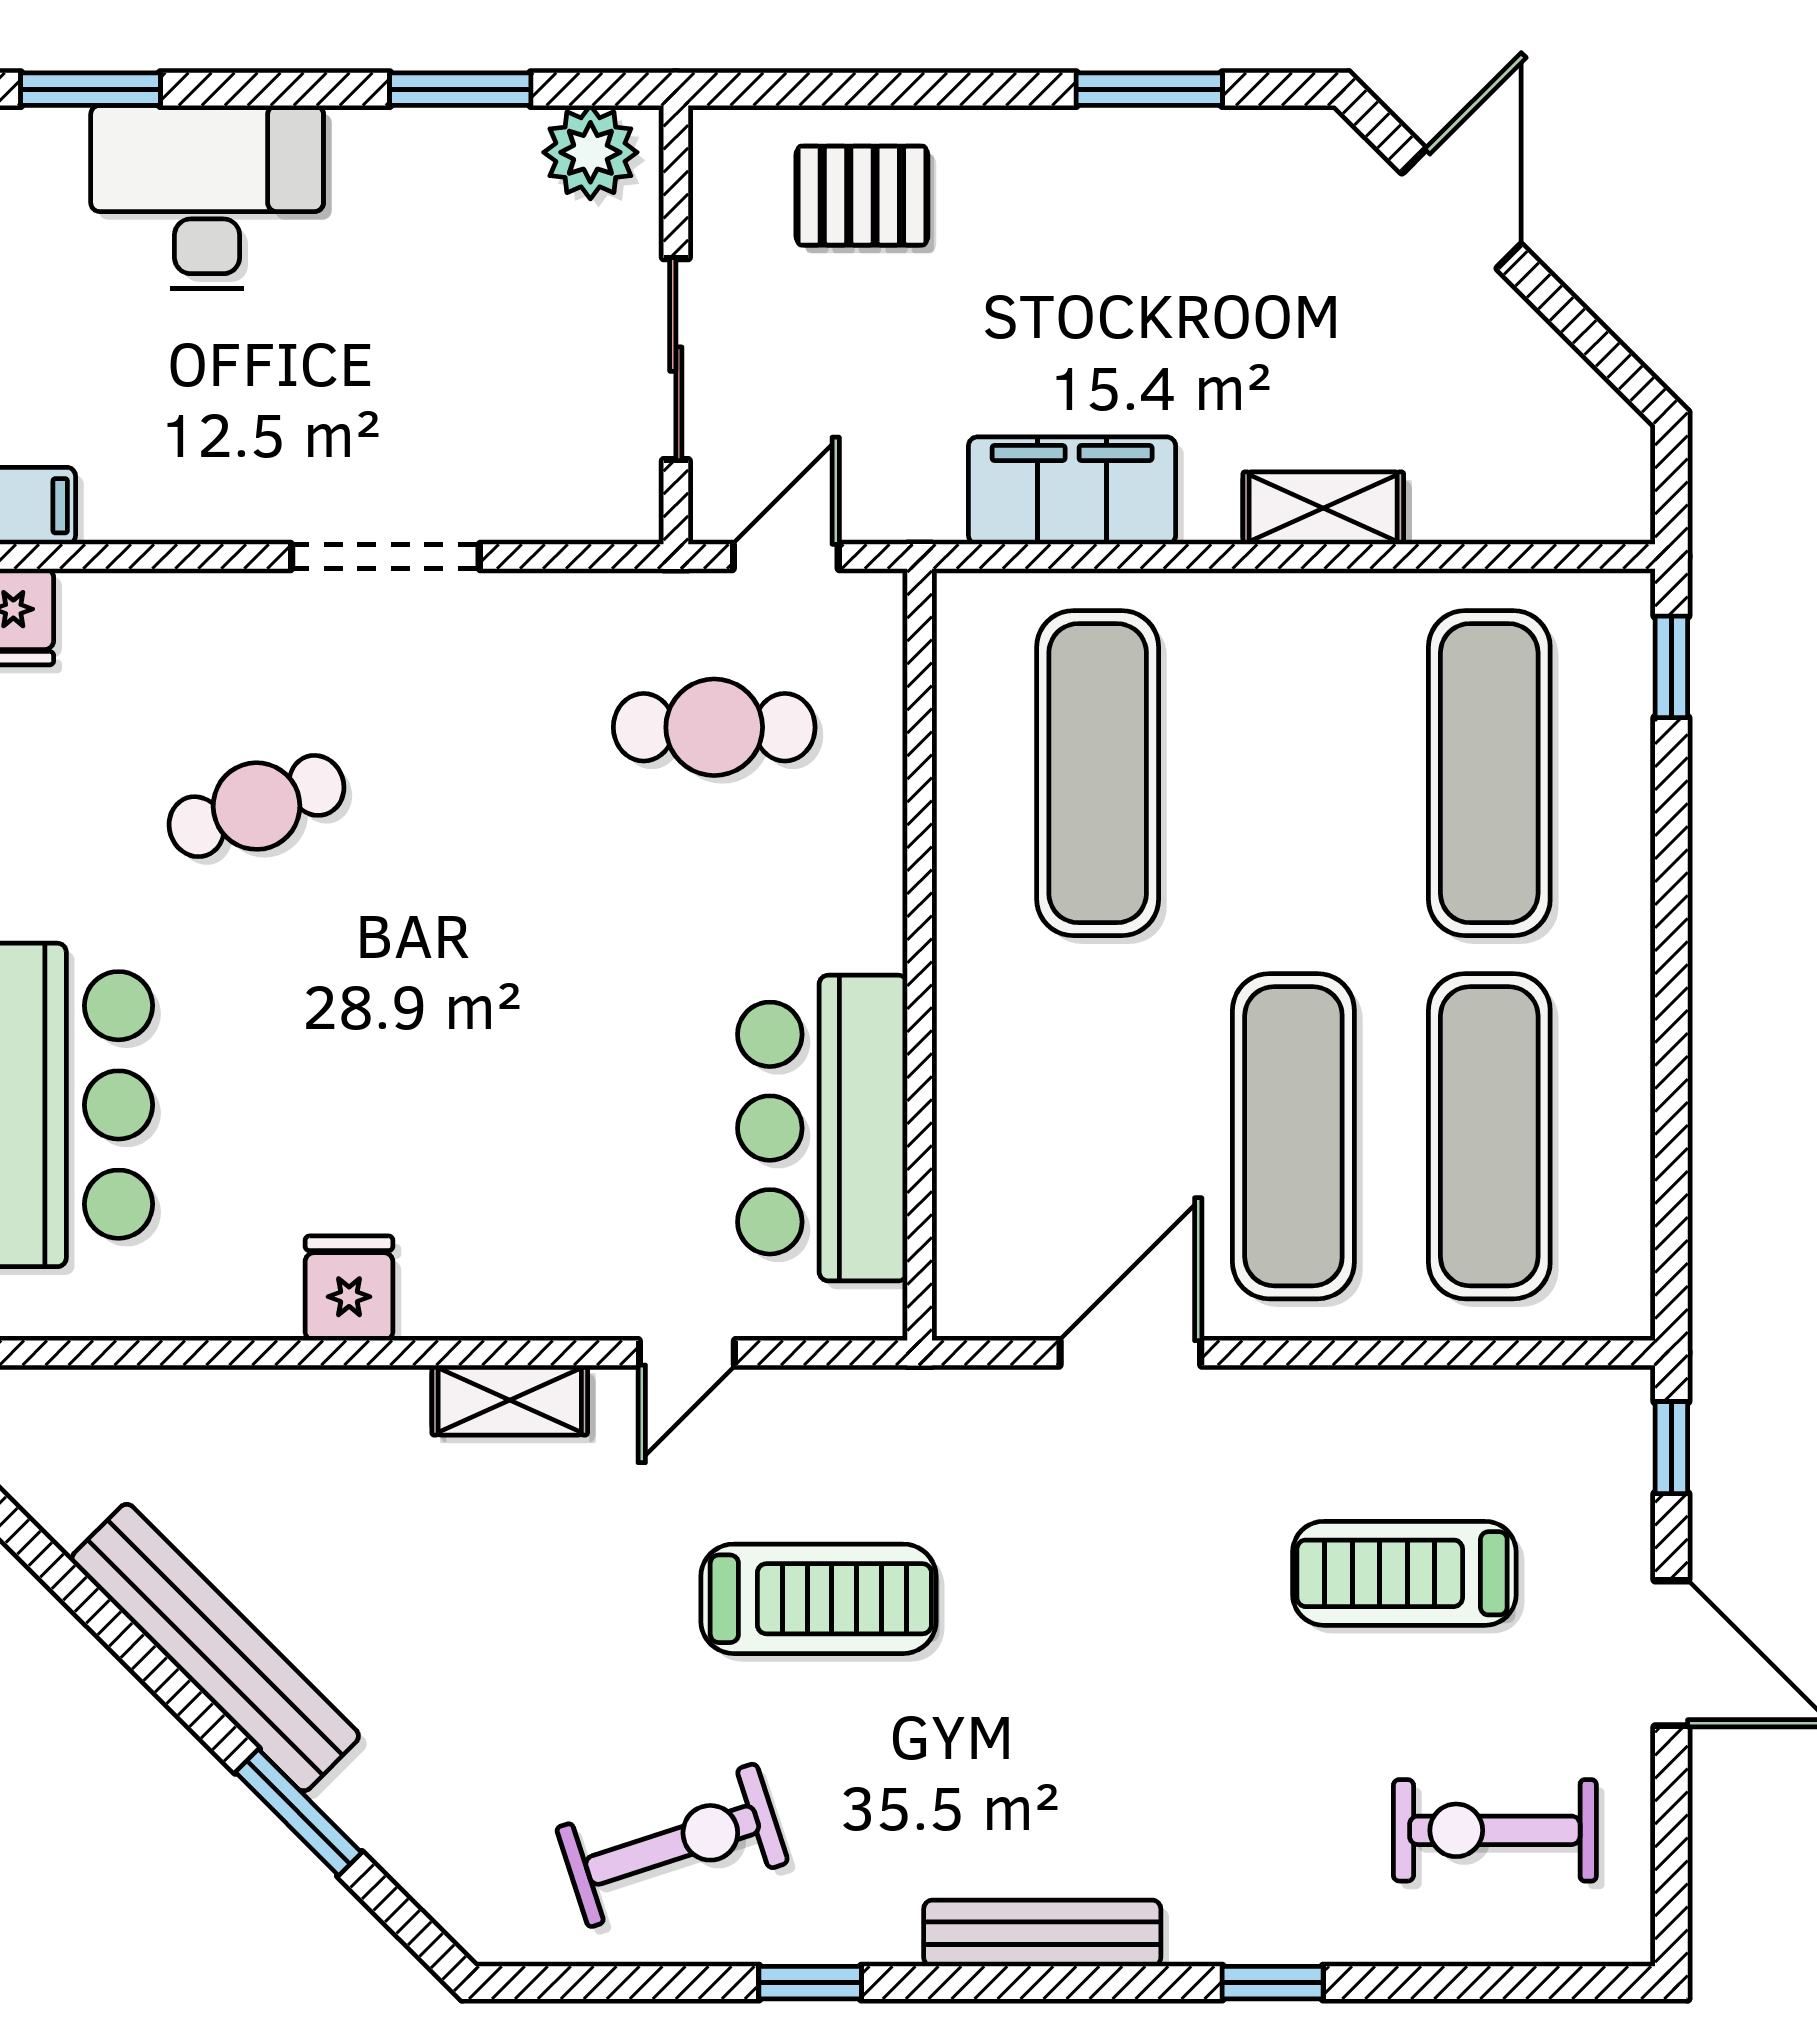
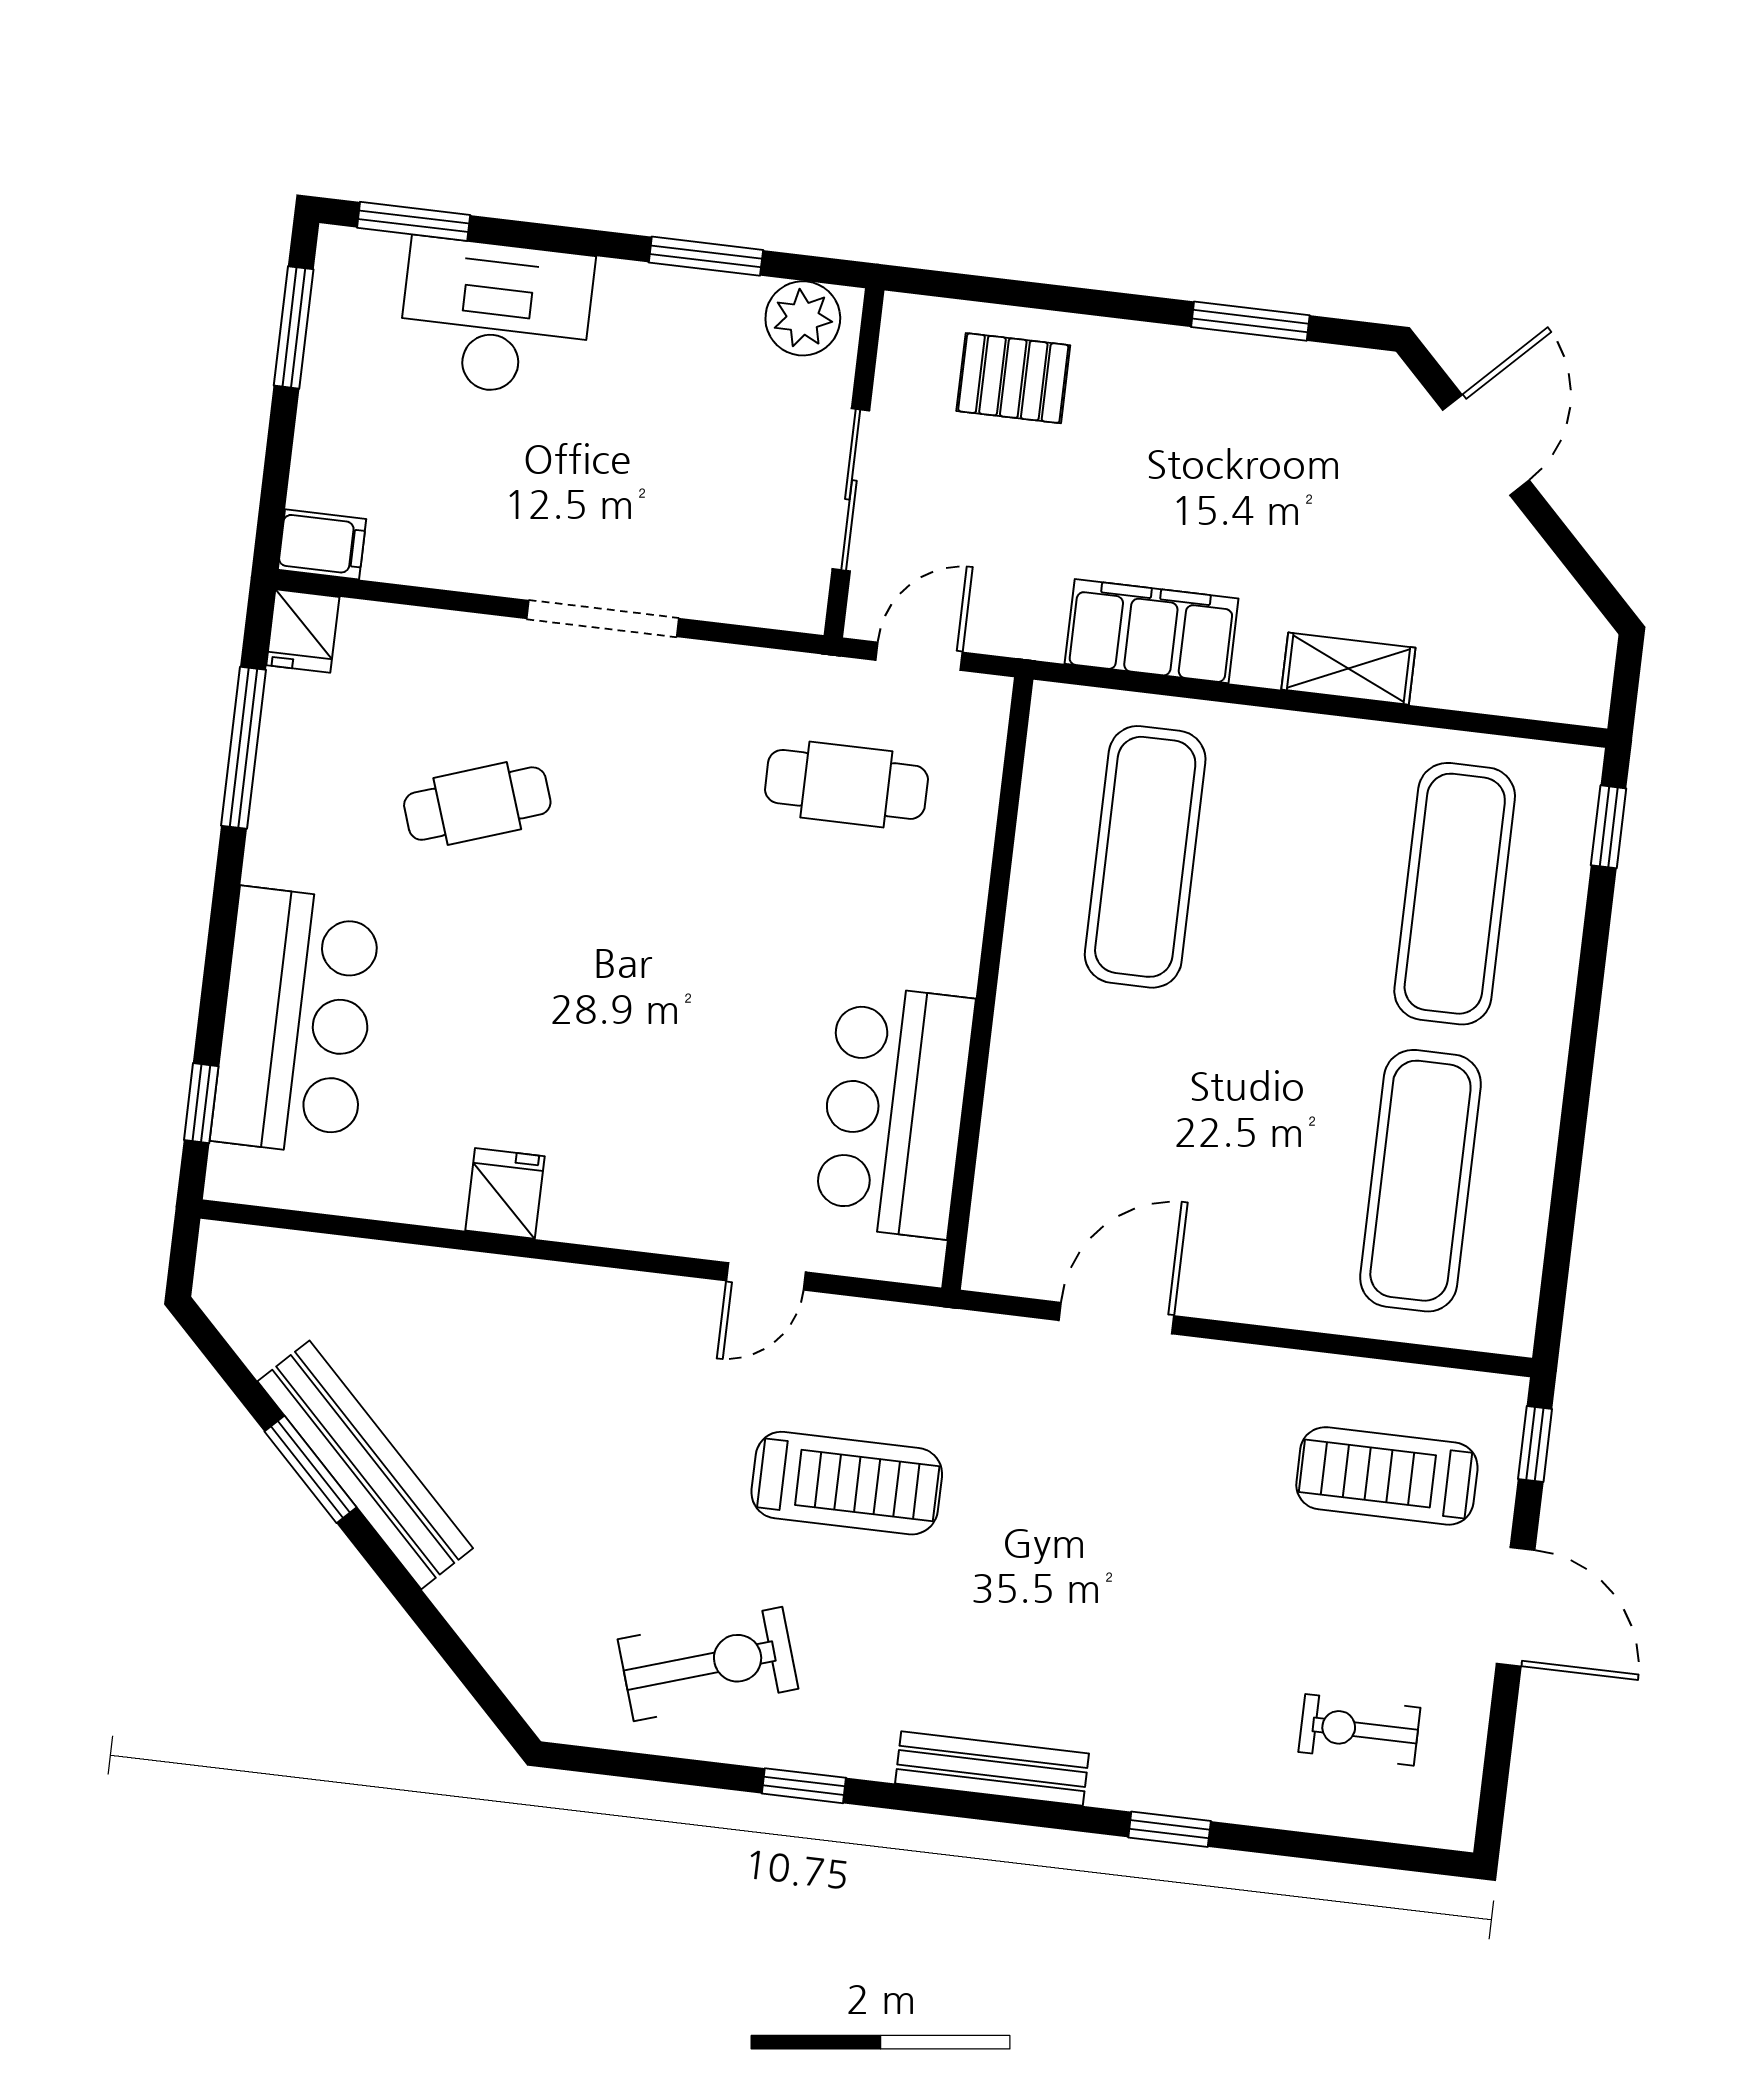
exercise mat: (1293, 1136) -> (1266, 1162), removed
shelving: (510, 1400) -> (621, 1297), removed
treadmill: (1404, 1573) -> (1387, 1476), moved
window: (299, 1812) -> (311, 1469), moved
exercise bike: (1495, 1830) -> (1359, 1730), width x0.73, depth x0.72

